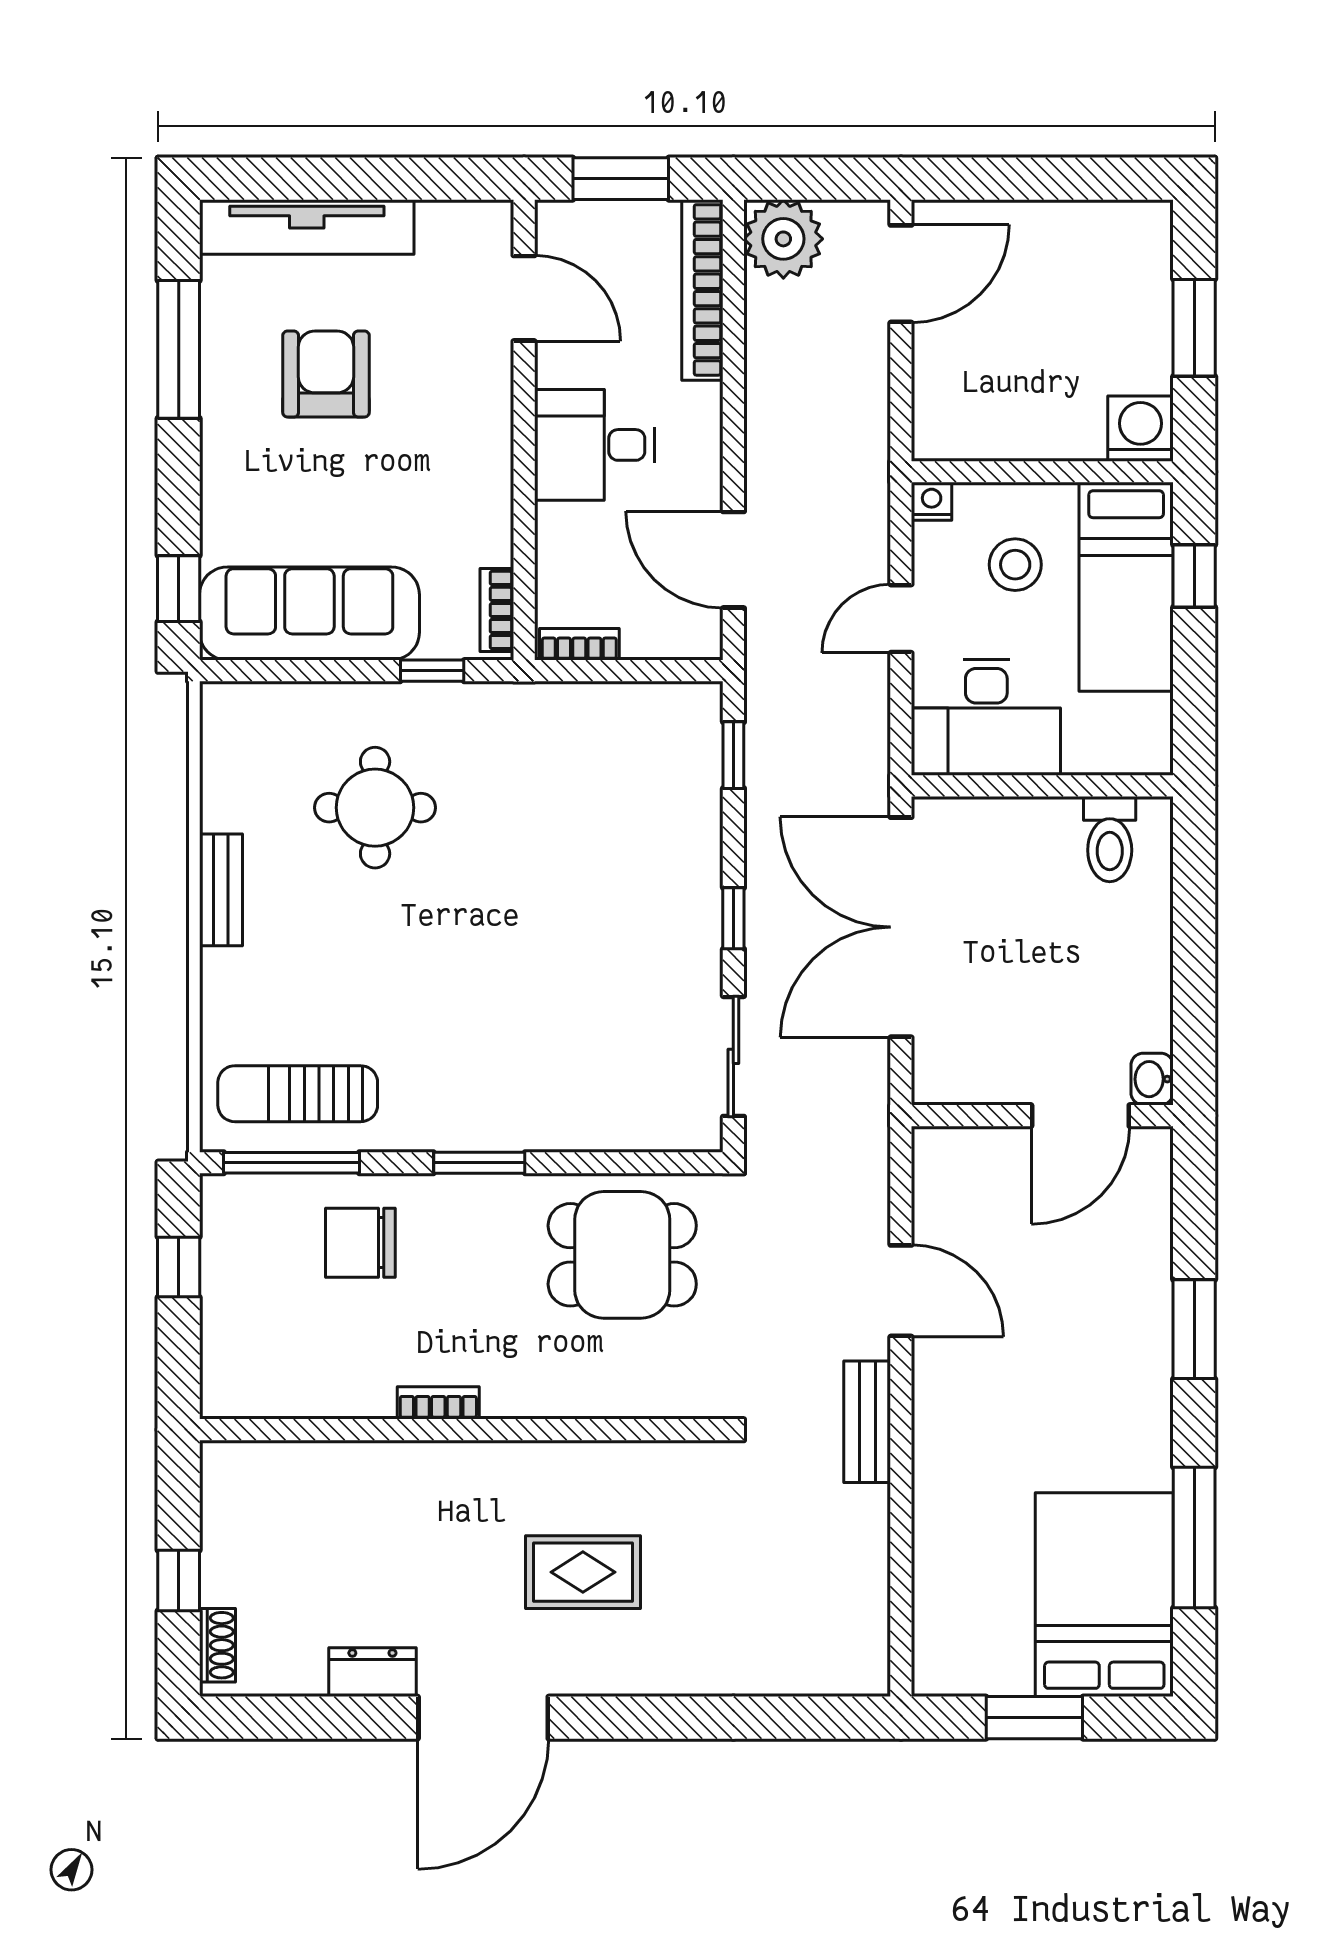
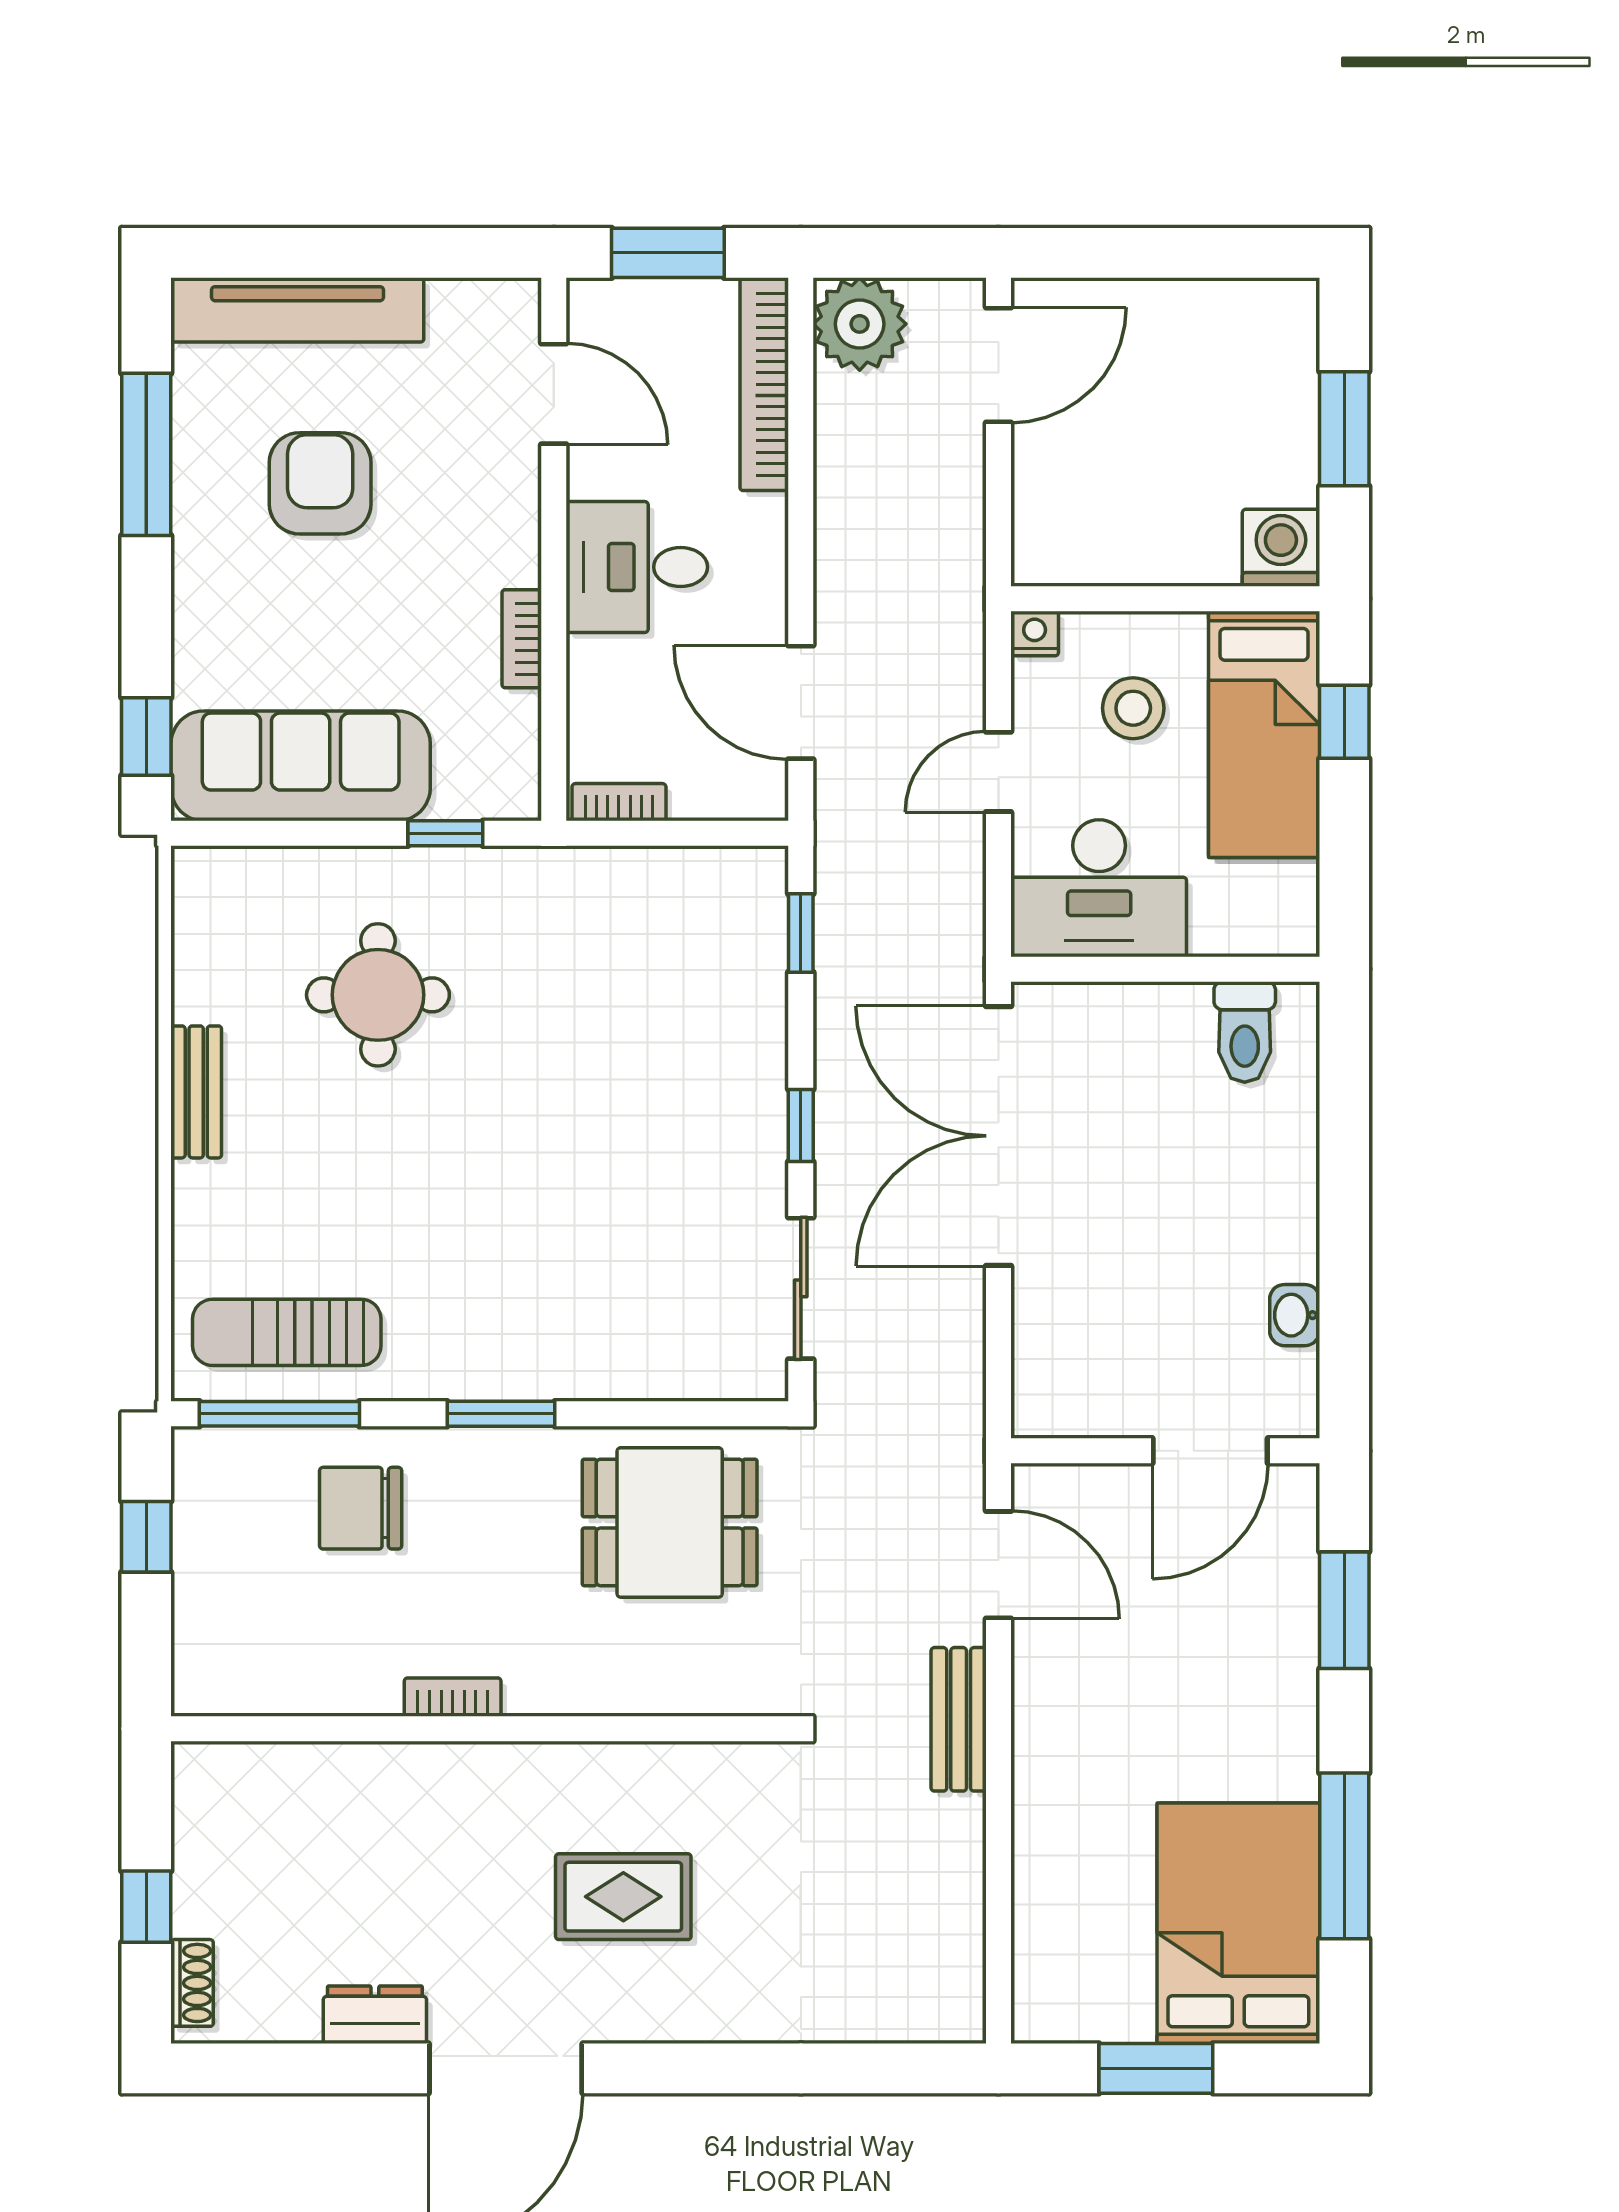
bookcase: (497, 610) -> (522, 639), moved
wall: (1042, 1116) -> (1165, 1451), moved
door: (1080, 1116) -> (1210, 1451), moved

